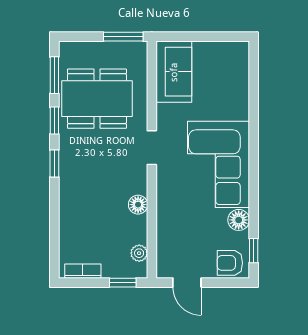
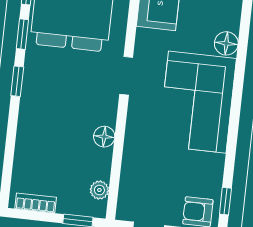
floor lamp: (239, 220) -> (226, 43), moved

